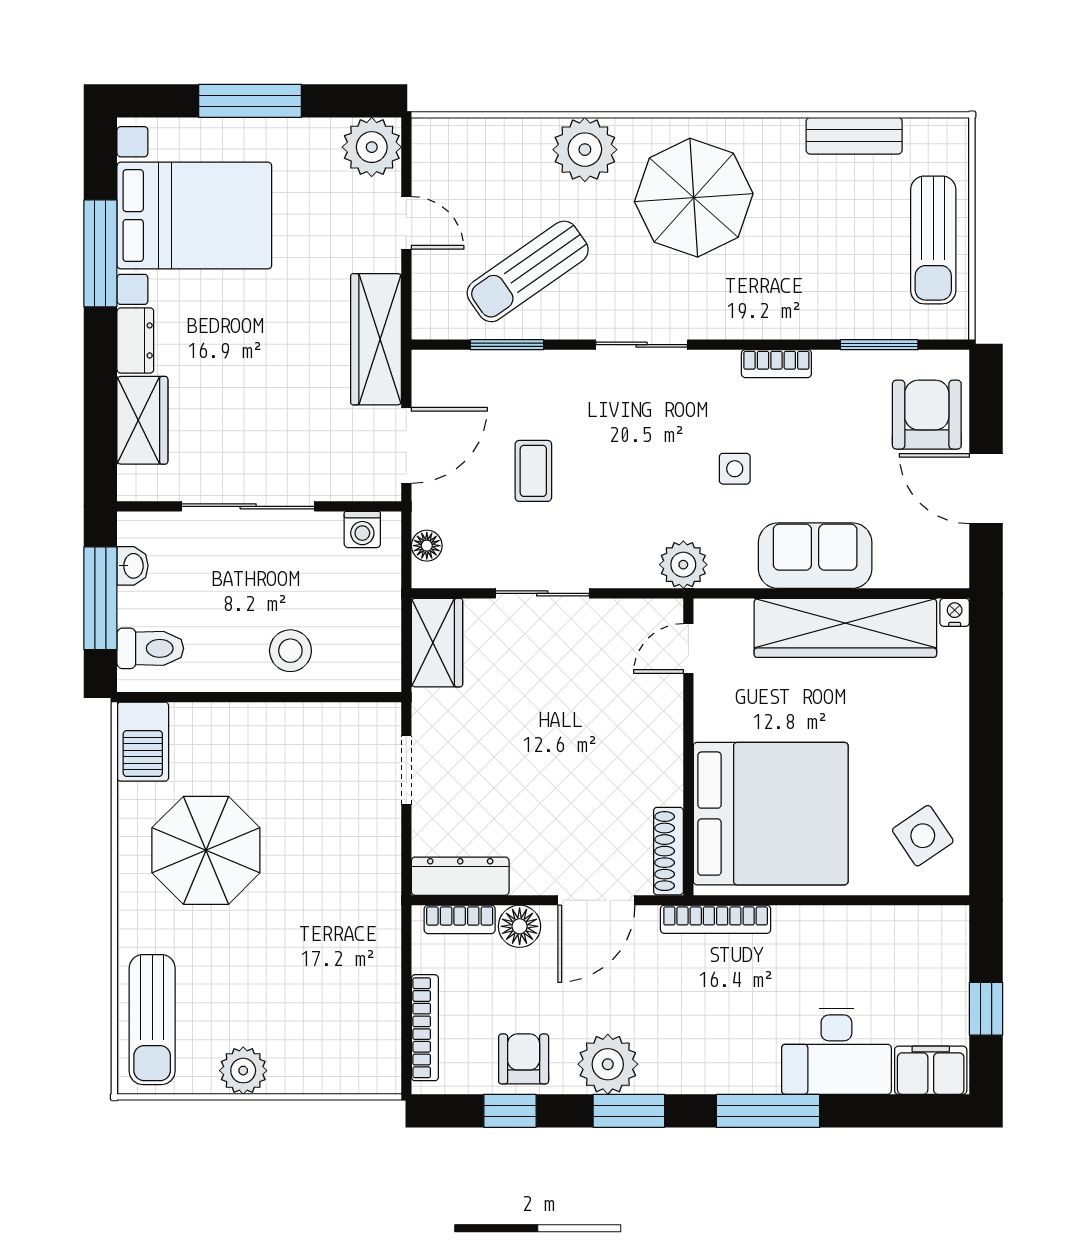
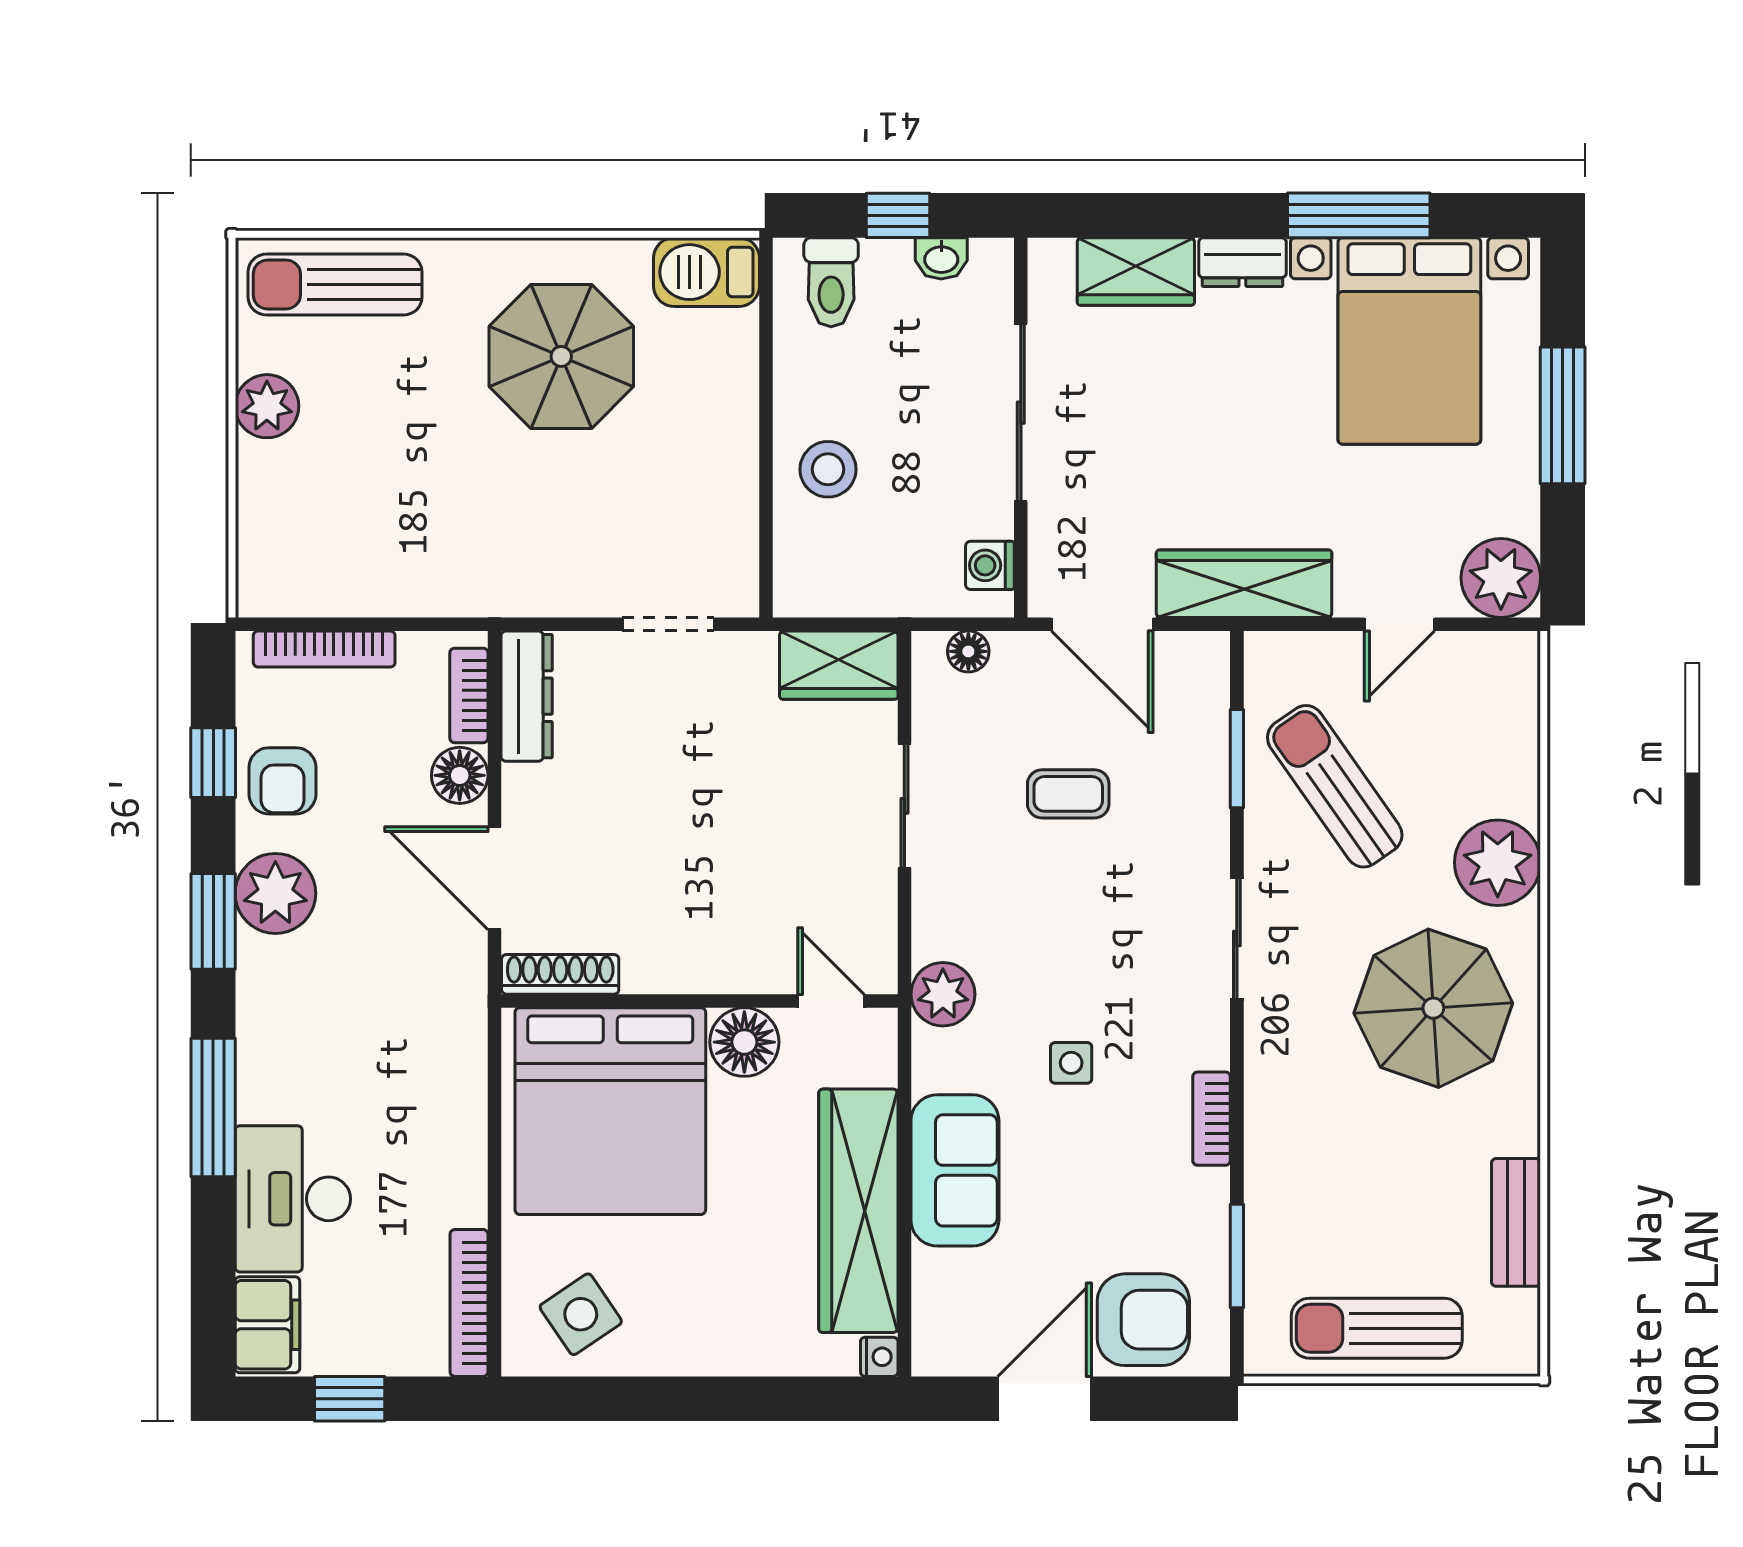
window: (100, 598) -> (898, 215), width x0.46
floor lamp: (719, 713) -> (744, 1042), added
bookcase: (716, 919) -> (469, 1303), moved
armchair: (524, 1059) -> (282, 781), turned 90

